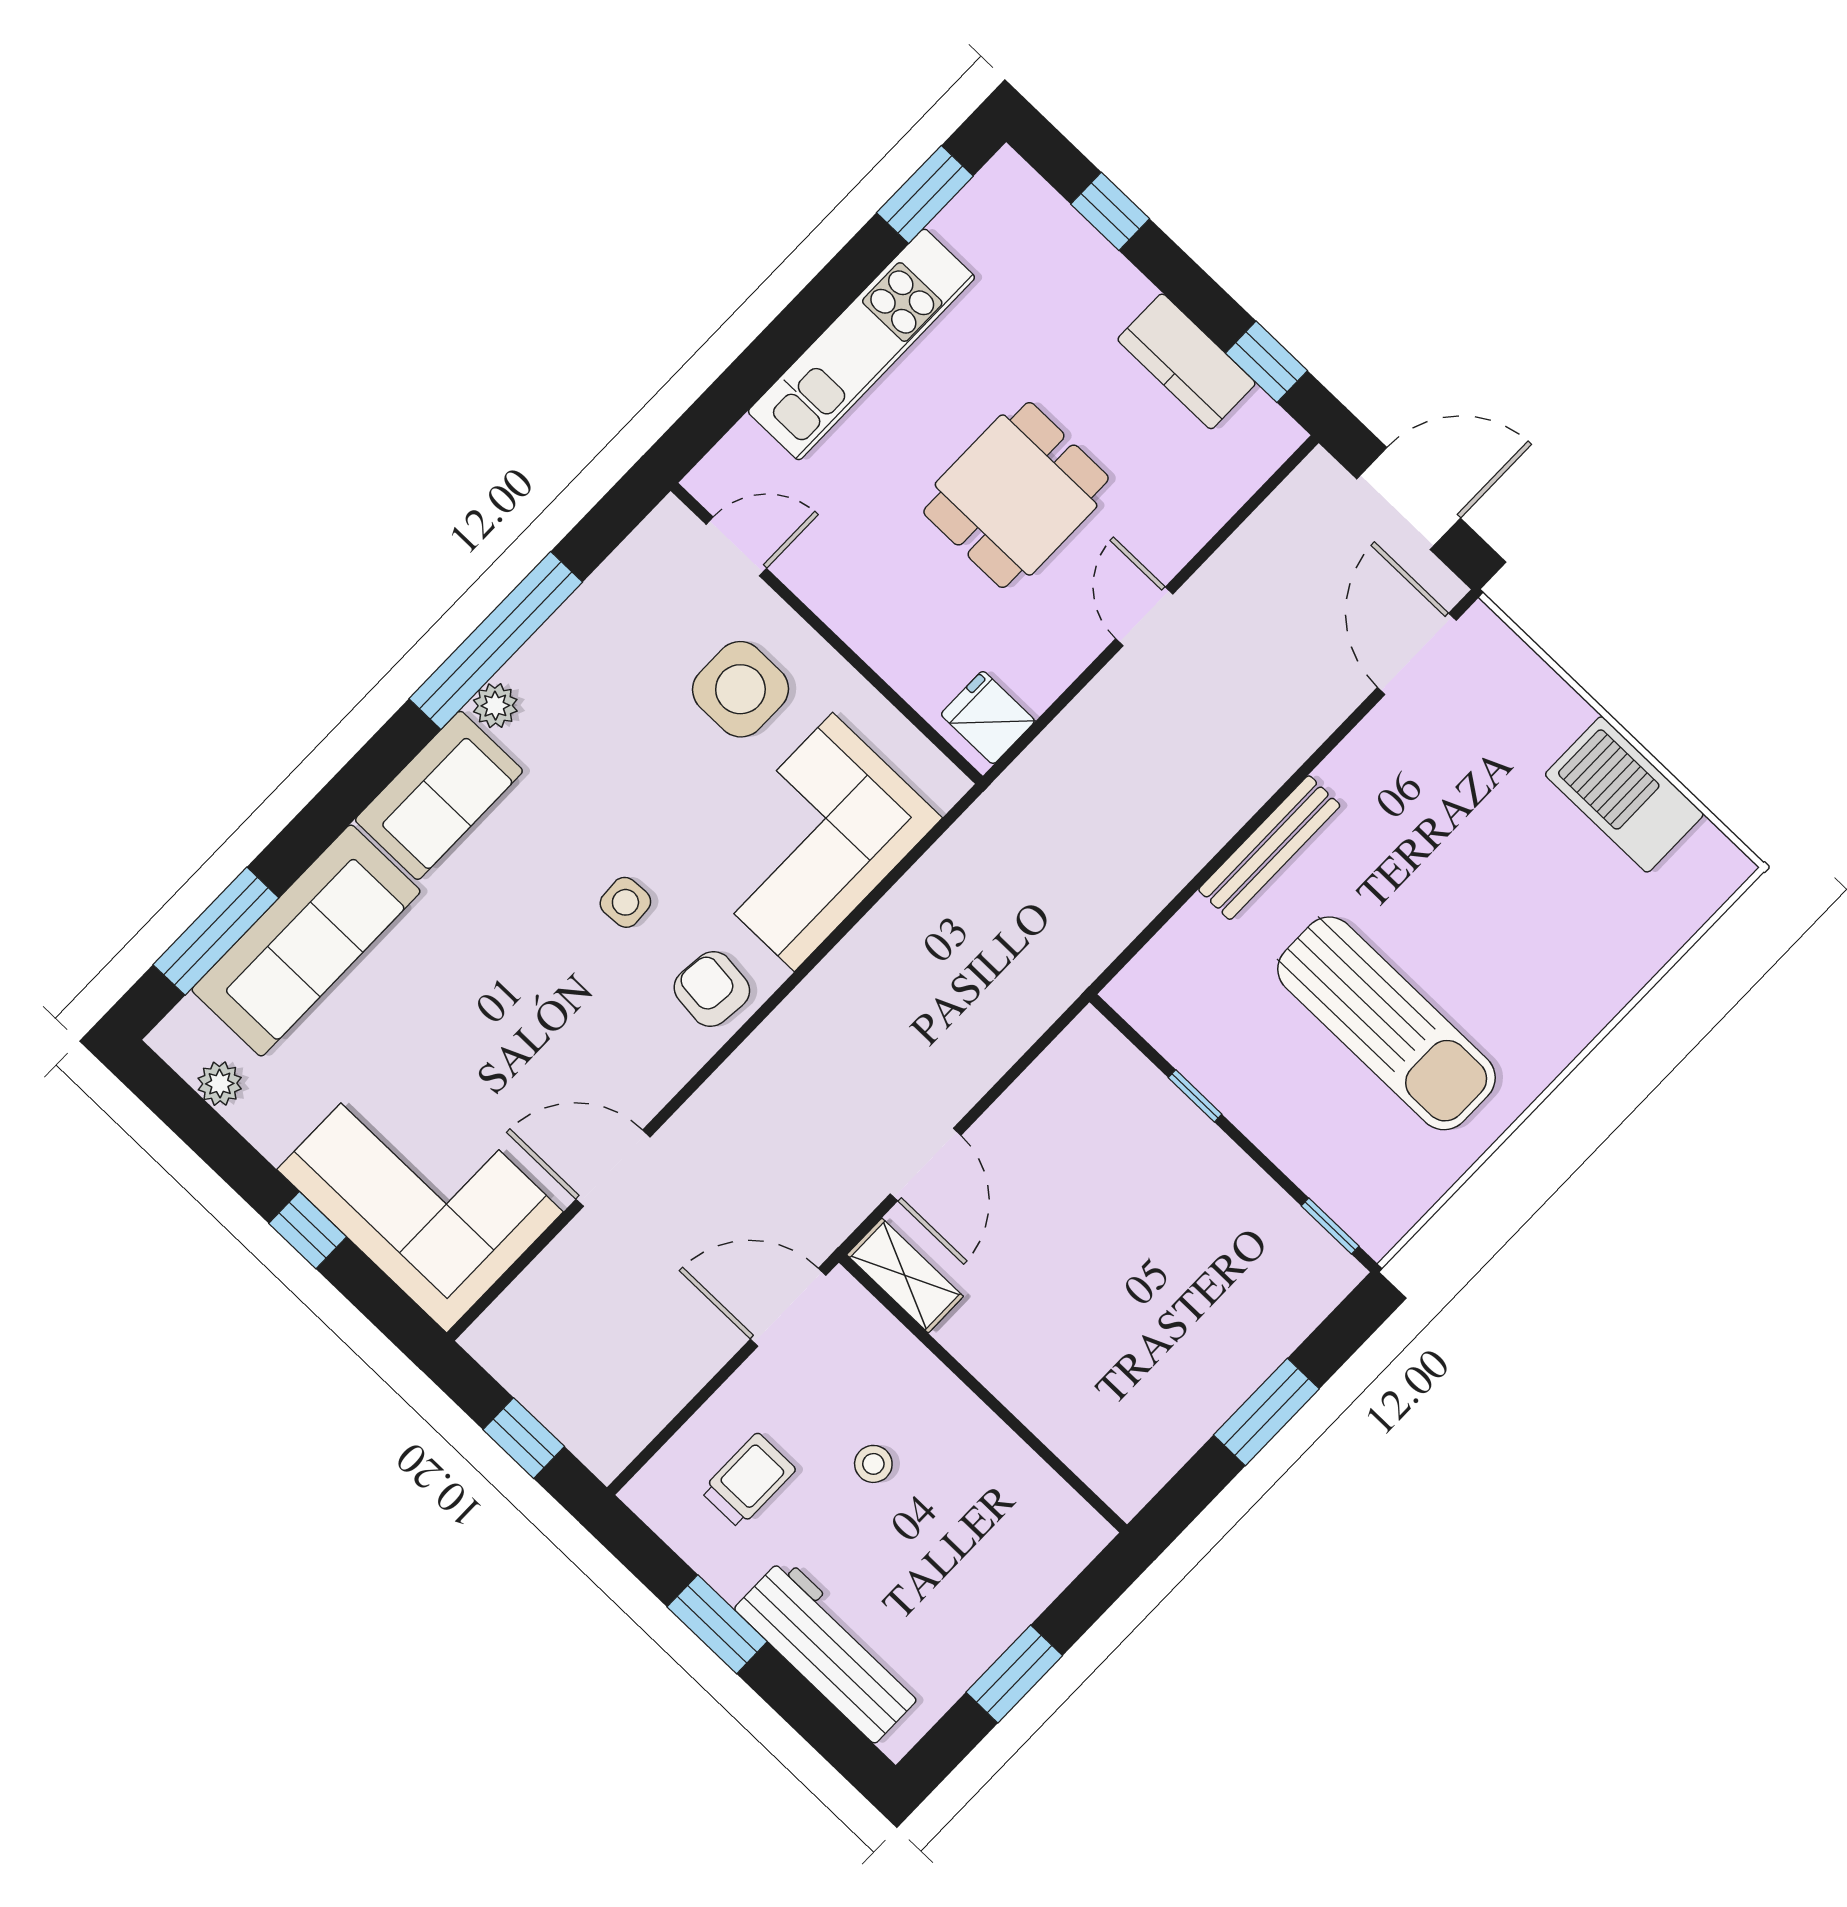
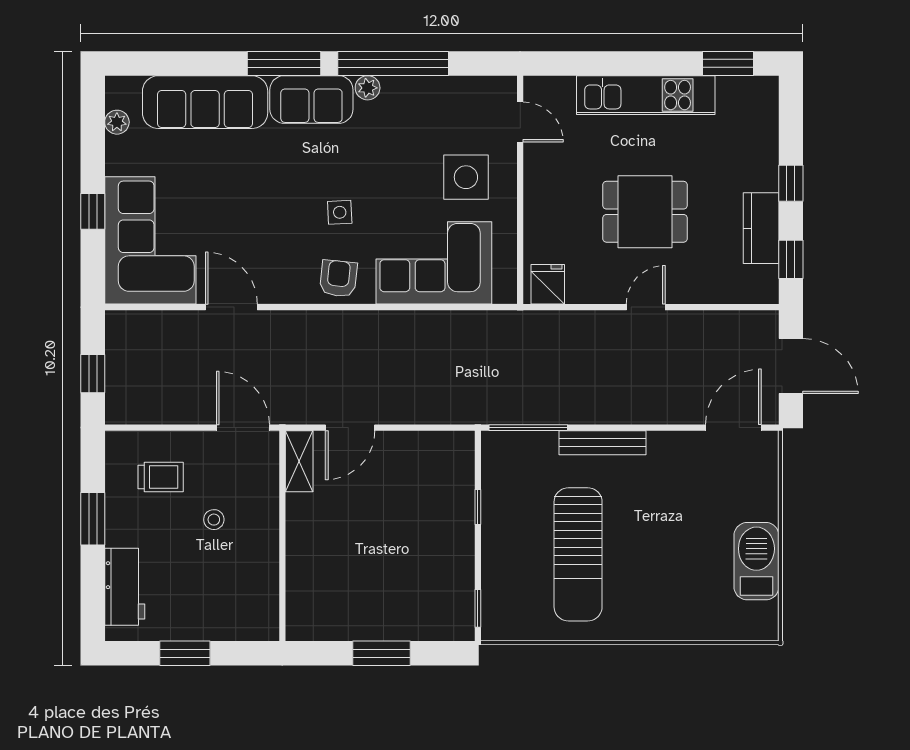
window: (1110, 211) -> (791, 183), moved
window: (1154, 927) -> (528, 428), added
window: (216, 931) -> (284, 63), moved
workbench: (829, 1650) -> (125, 587), width x0.73

